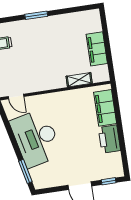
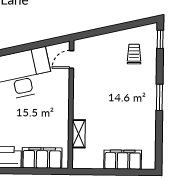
filing cabinet: (97, 49) -> (123, 160), moved

